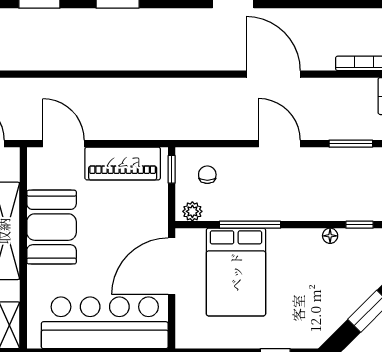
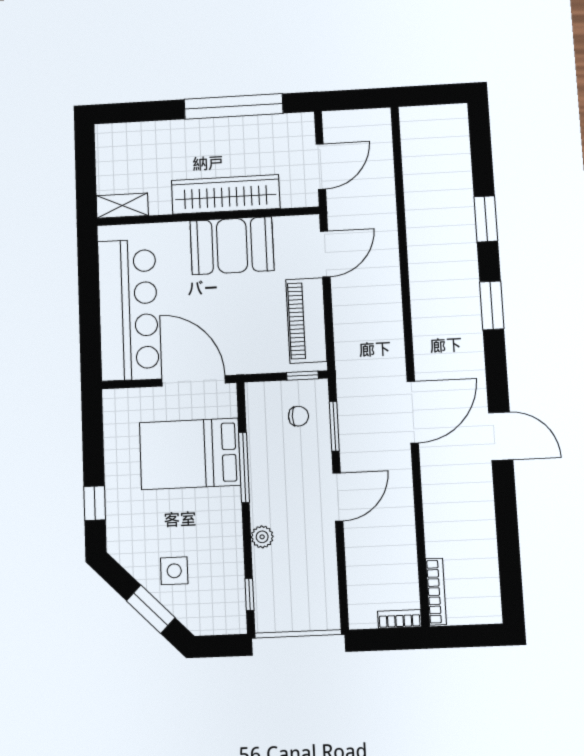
door: (273, 74) -> (413, 412), moved
window: (351, 144) -> (334, 426), moved
plant: (192, 211) -> (262, 537), moved
floor lamp: (330, 236) -> (235, 560), removed
side table: (337, 290) -> (174, 571), added

